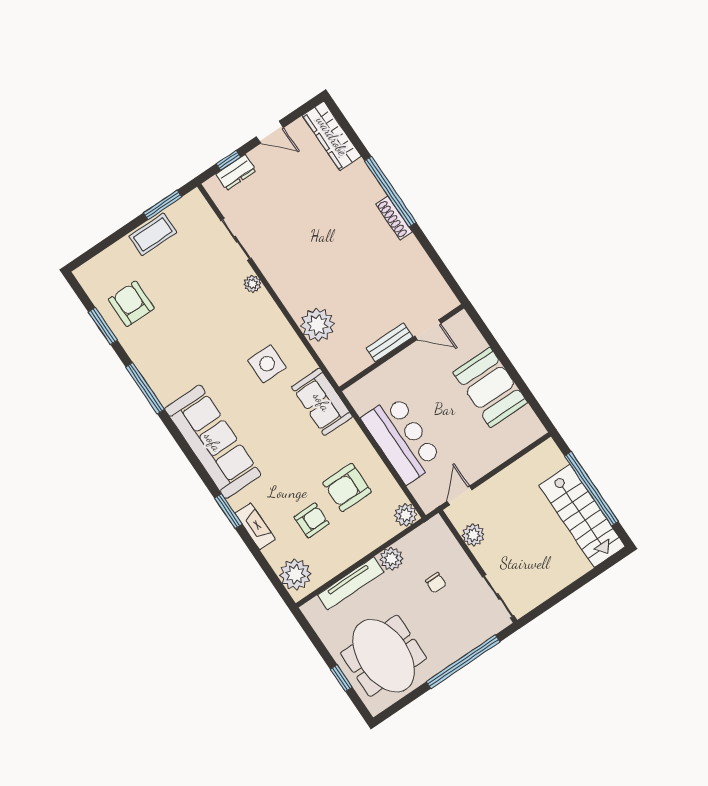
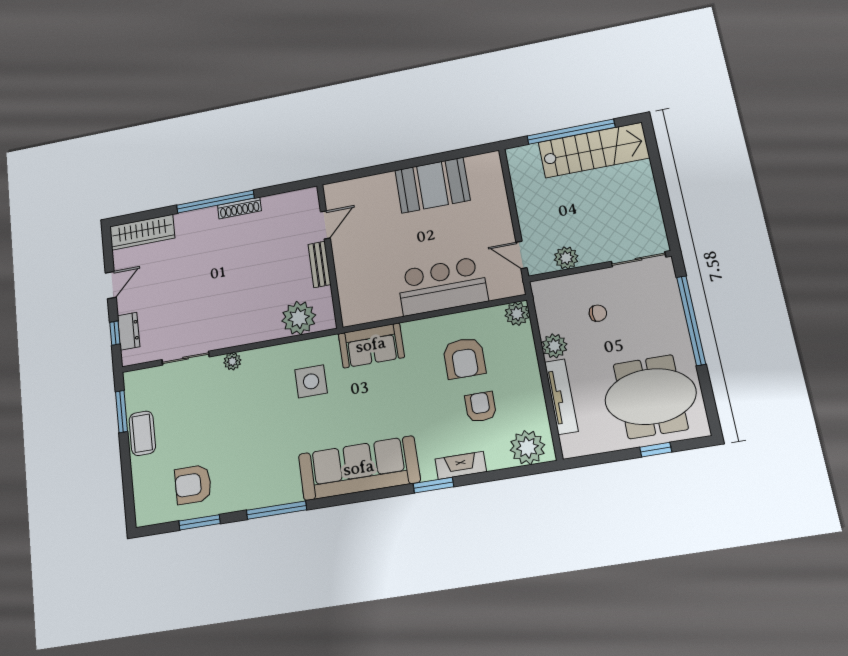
door: (428, 330) -> (325, 225), moved
bench: (389, 342) -> (319, 264), moved
wall: (402, 348) -> (330, 255), moved

